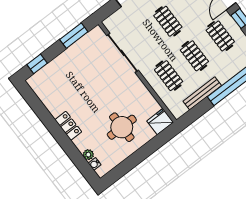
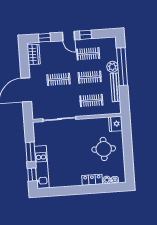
window: (74, 36) -> (31, 152), moved
kitchen unit: (53, 69) -> (42, 167), added
plant: (224, 74) -> (112, 67), added
locker: (68, 126) -> (92, 180), moved

